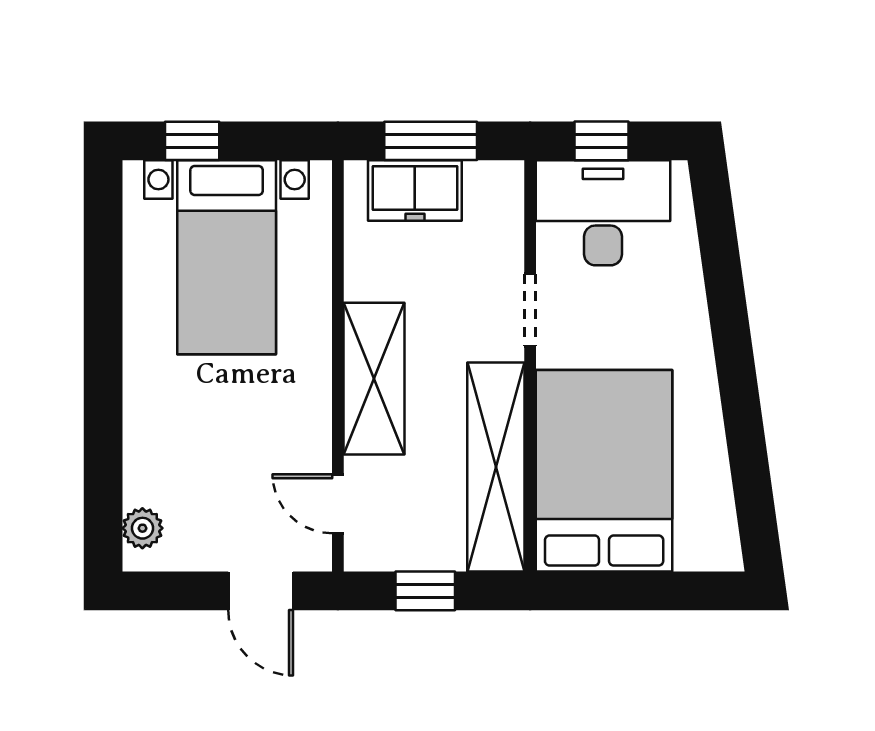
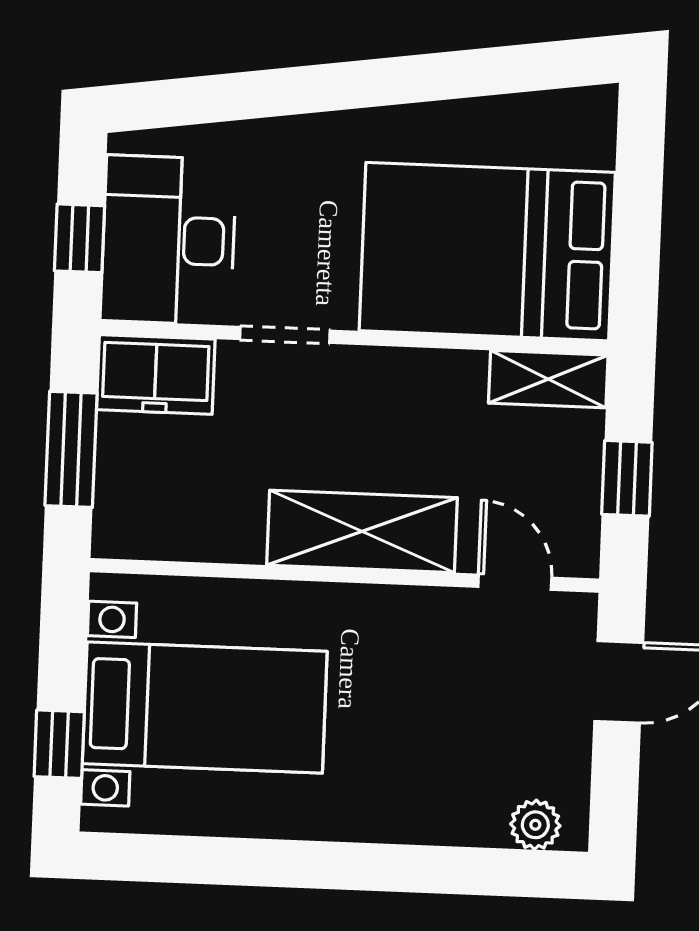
freezer: (415, 190) -> (156, 374), moved, turned 90
shelving: (496, 467) -> (548, 379), width x0.45, depth x0.75
door: (338, 504) -> (515, 582), swing flipped

